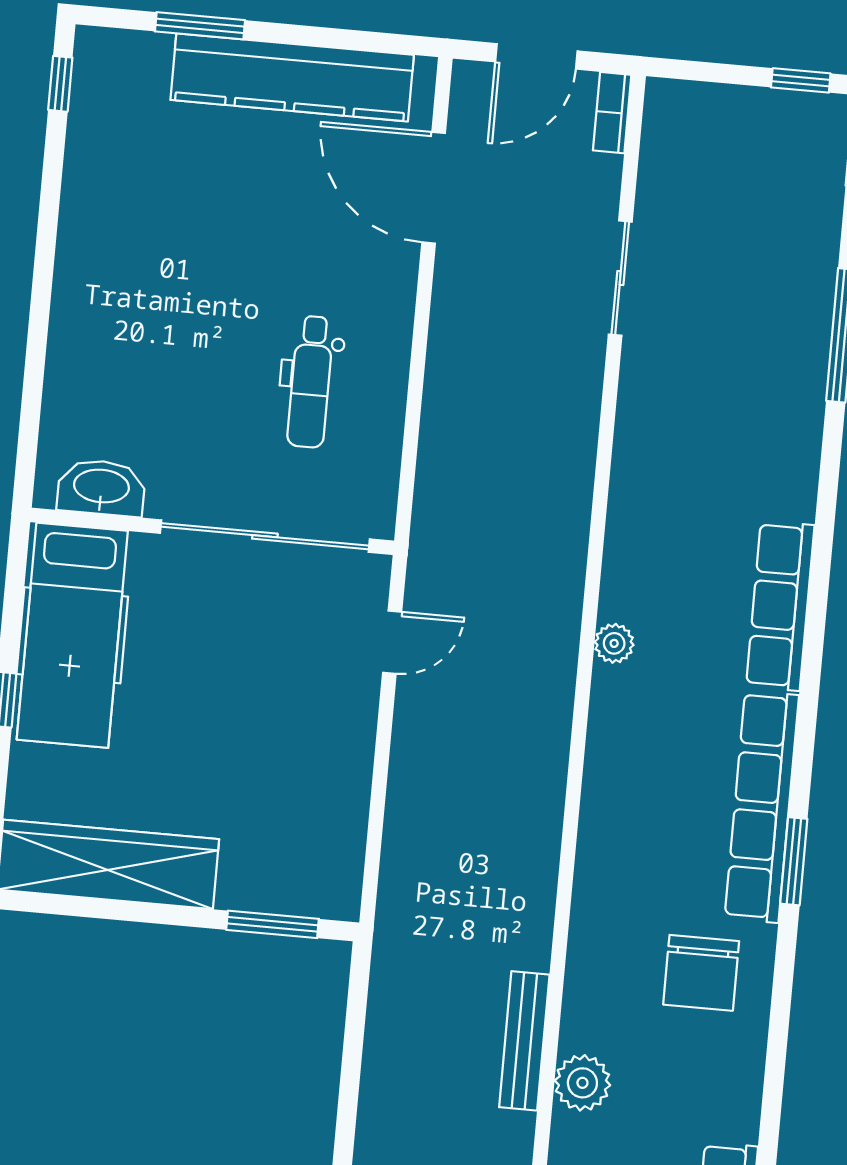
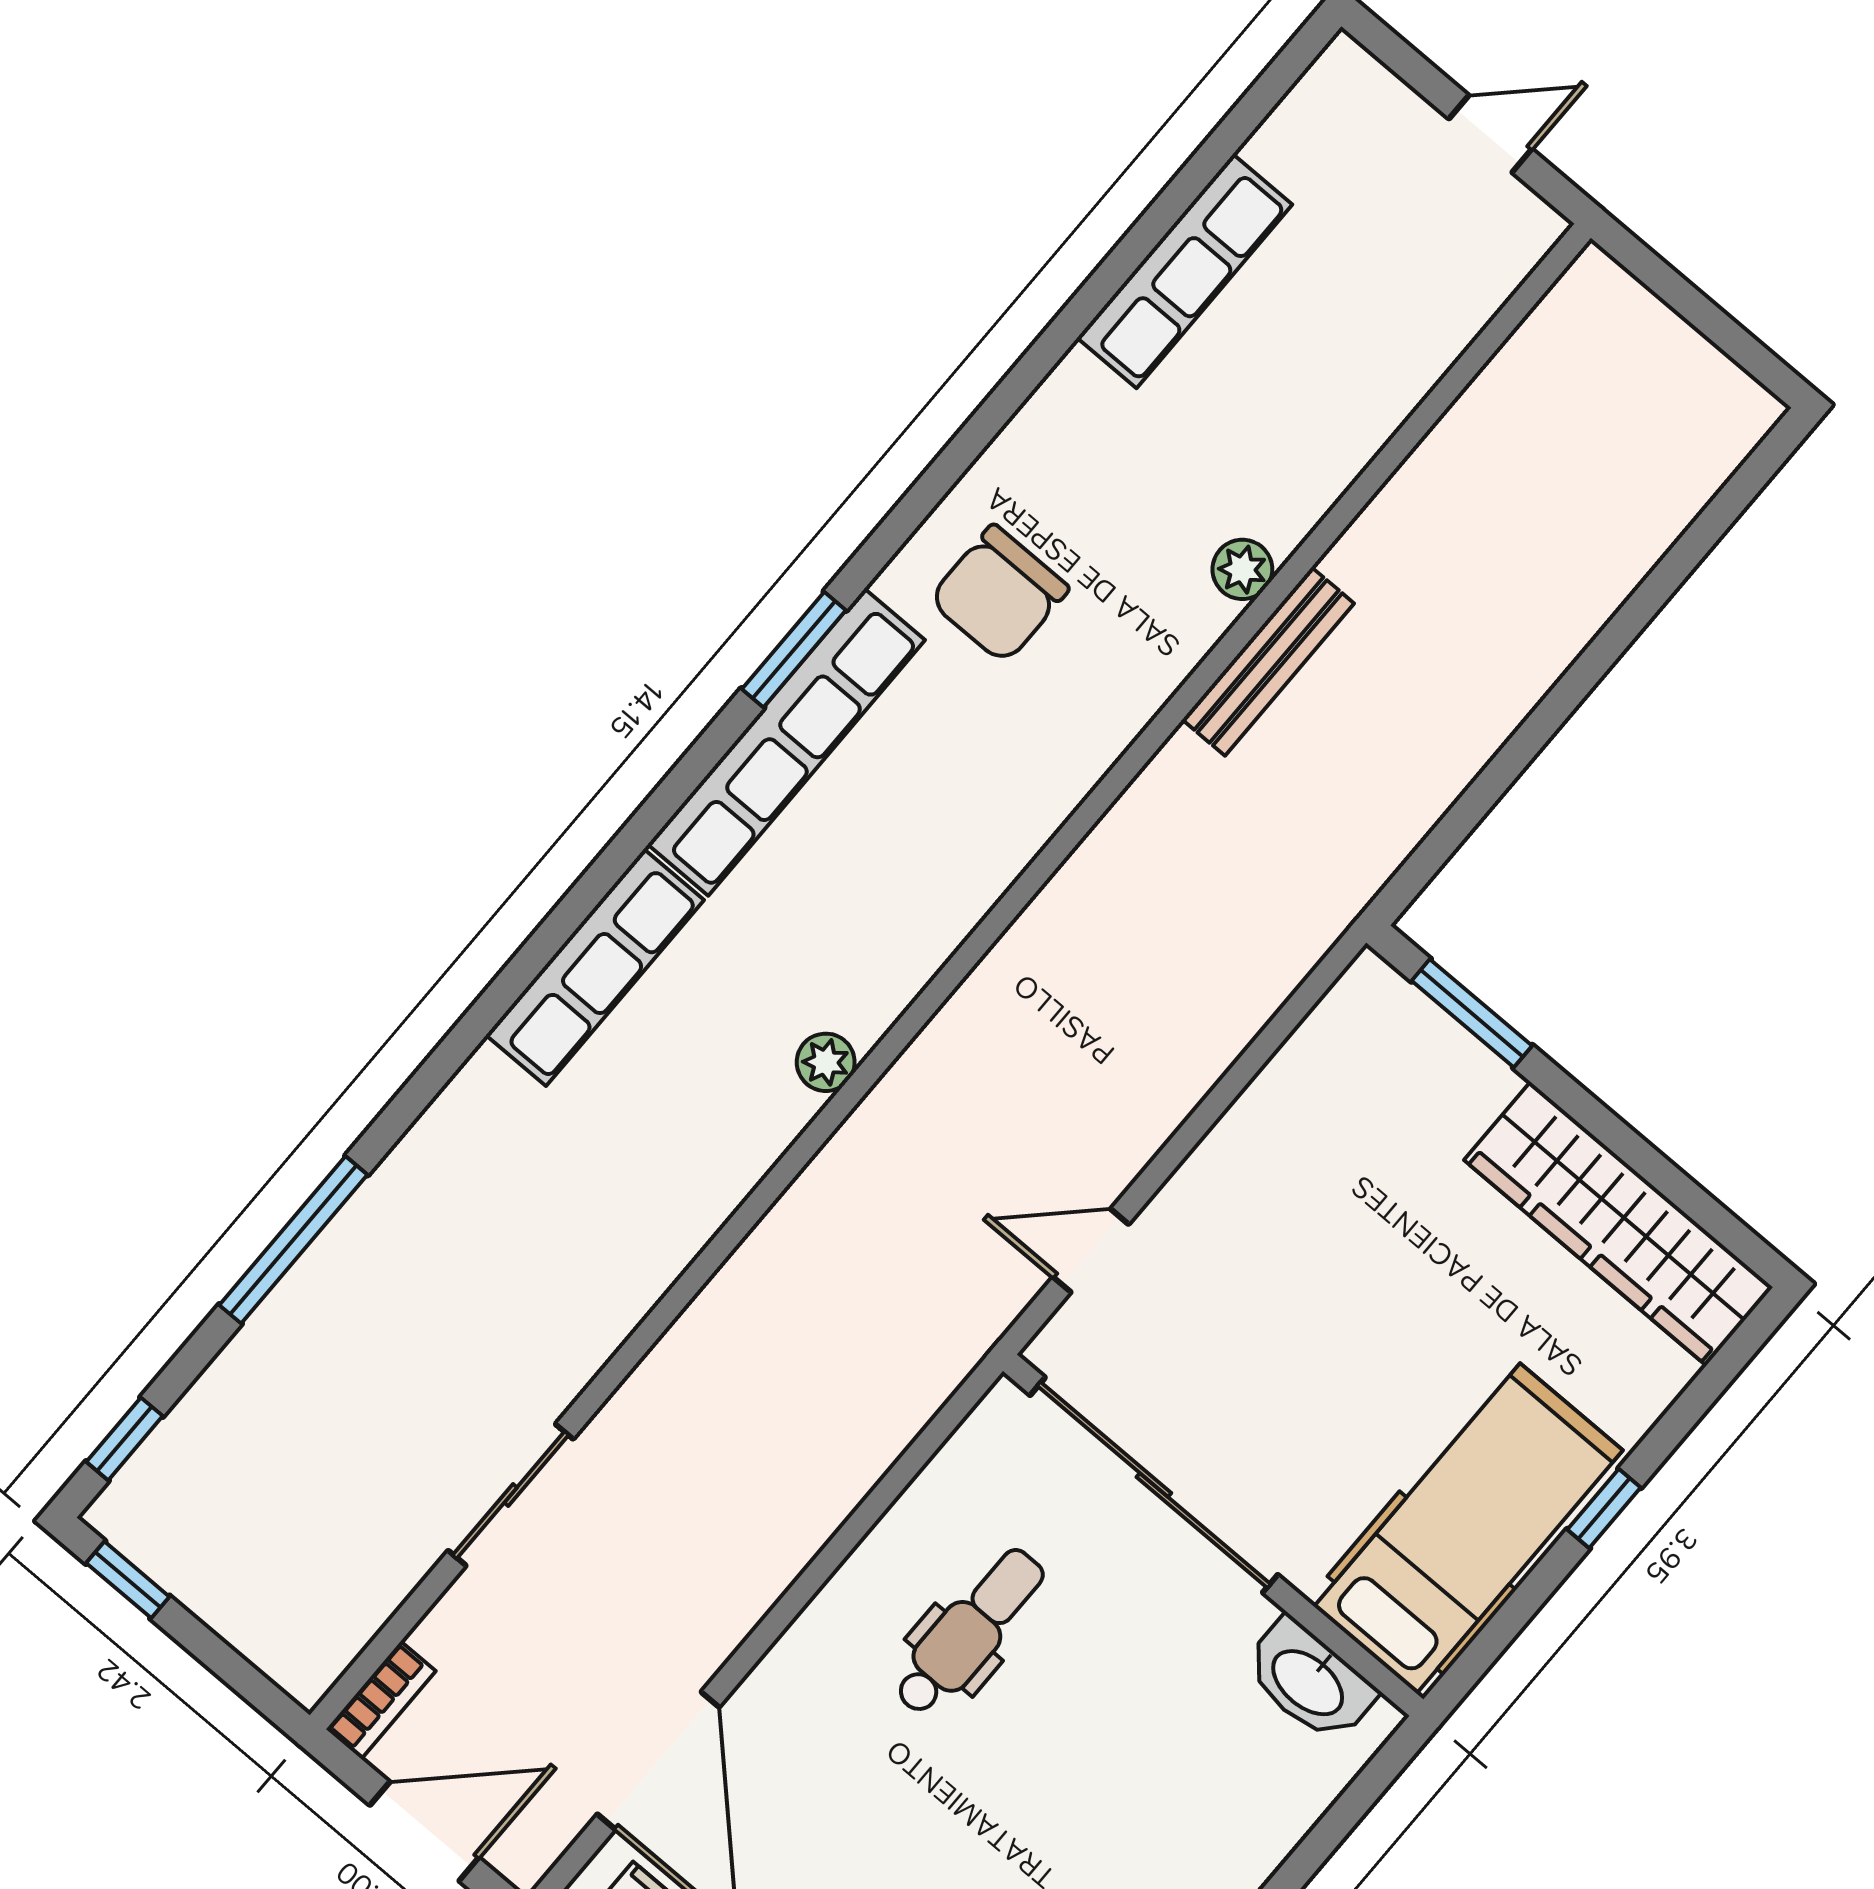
chair: (701, 973) -> (999, 594), turned 180
plant: (582, 1083) -> (1242, 569), width x0.73, depth x0.73

